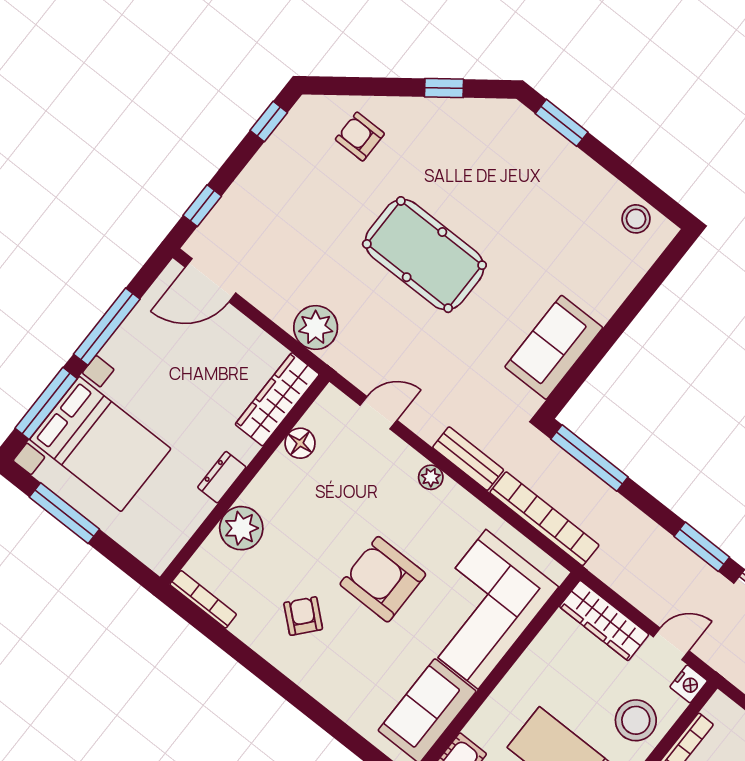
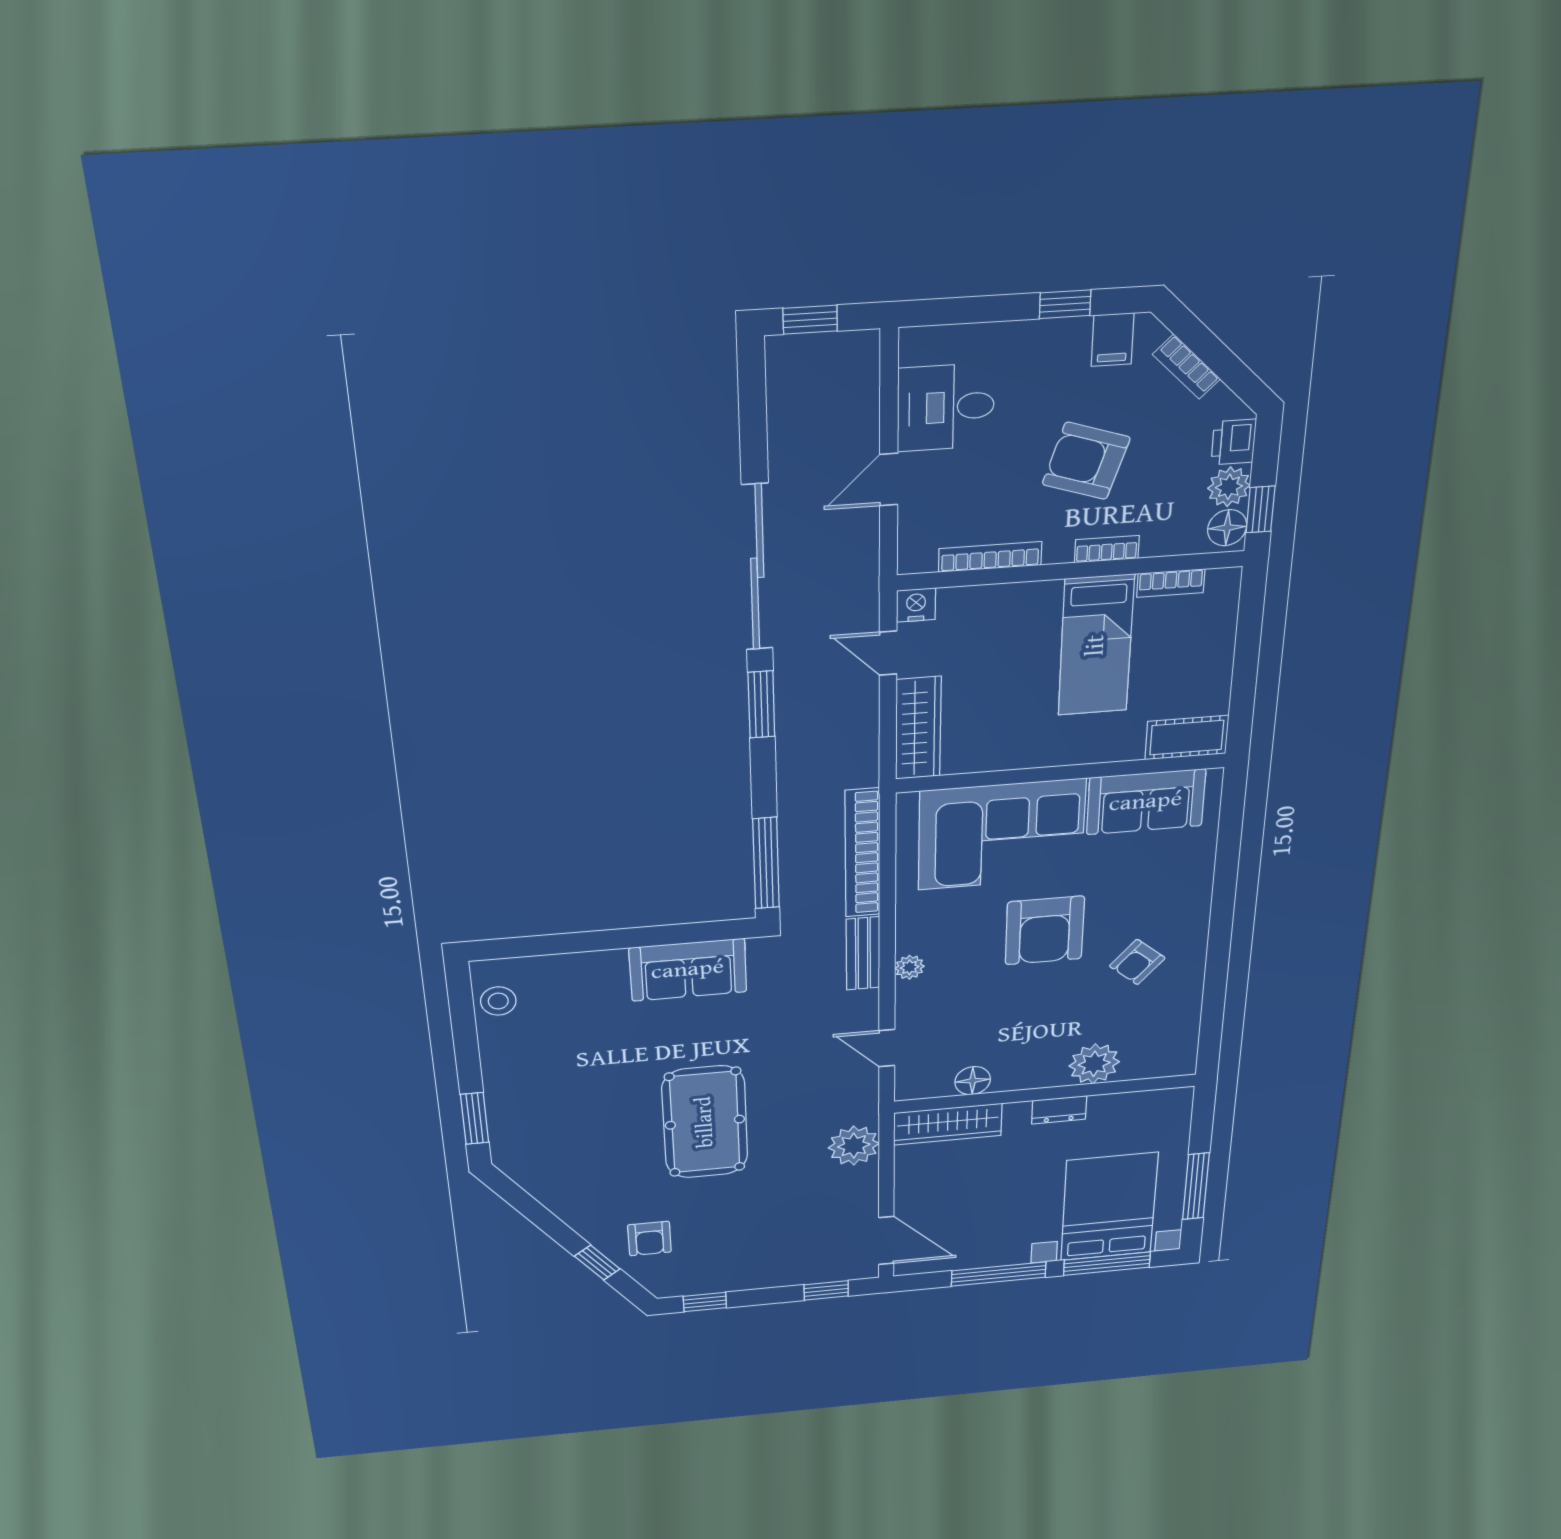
window: (444, 88) -> (597, 1263), moved
bookcase: (203, 599) -> (1188, 1042), removed
stool: (636, 720) -> (998, 622), removed

